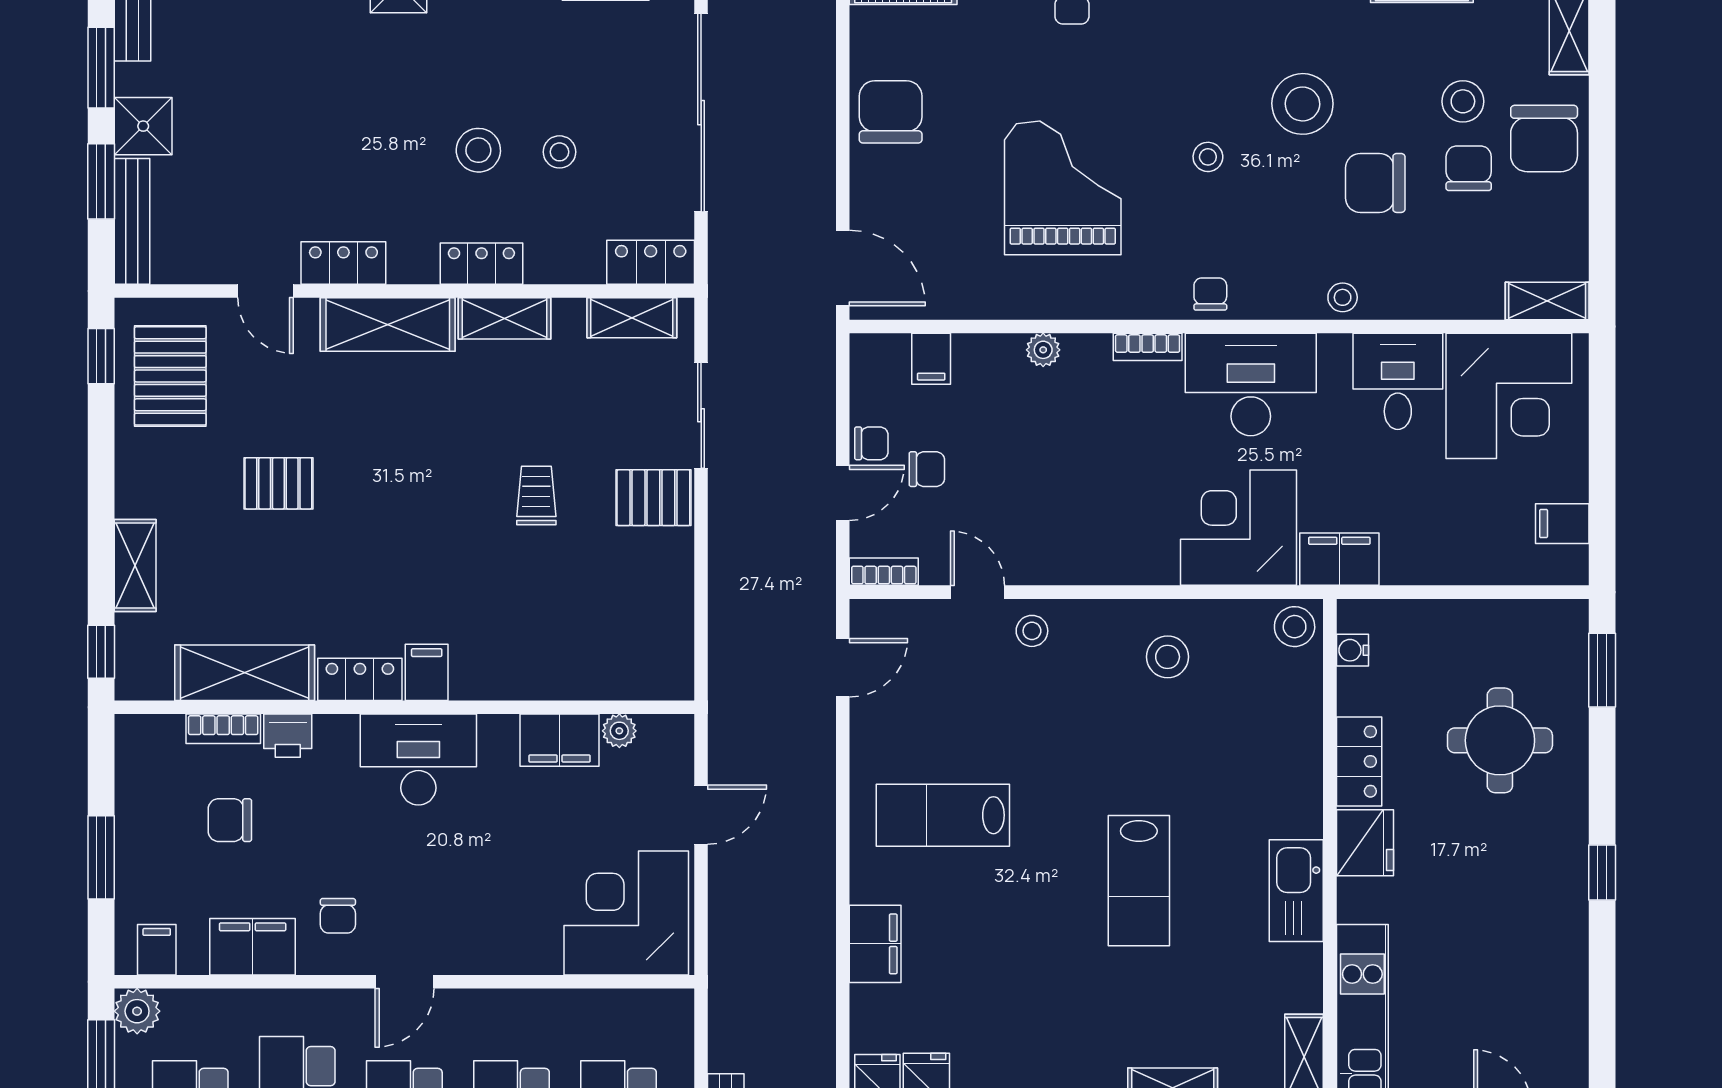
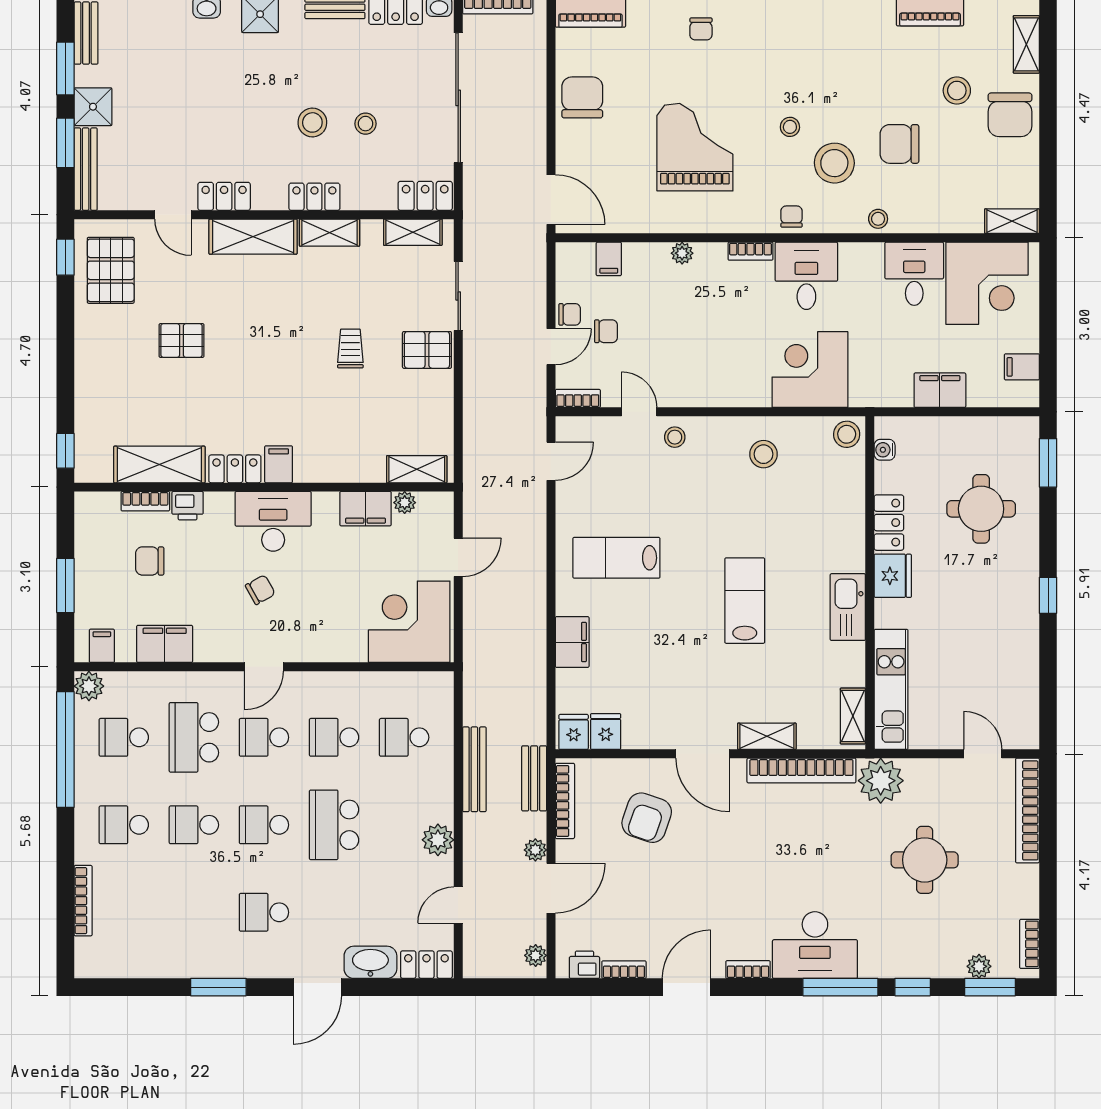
stool: (1302, 104) -> (834, 163), moved
chair: (1469, 168) -> (961, 134), removed
desk: (1251, 384) -> (806, 276), width x0.73
filing cabinet: (1339, 559) -> (940, 390), moved
shelving: (135, 566) -> (417, 469), moved, turned 90
lab bench: (1139, 881) -> (745, 601), turned 180
chair: (338, 916) -> (260, 590), moved, turned -119

